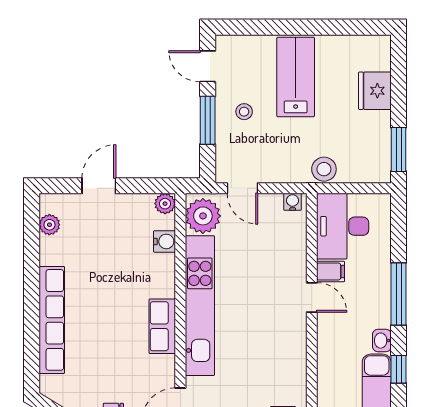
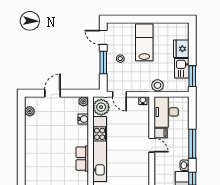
kitchen sink: (376, 133) -> (182, 68), added
row of seats: (52, 320) -> (31, 156), removed

